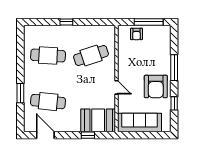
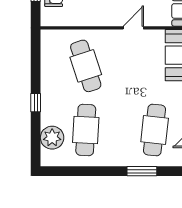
plant: (43, 33) -> (52, 138), added

